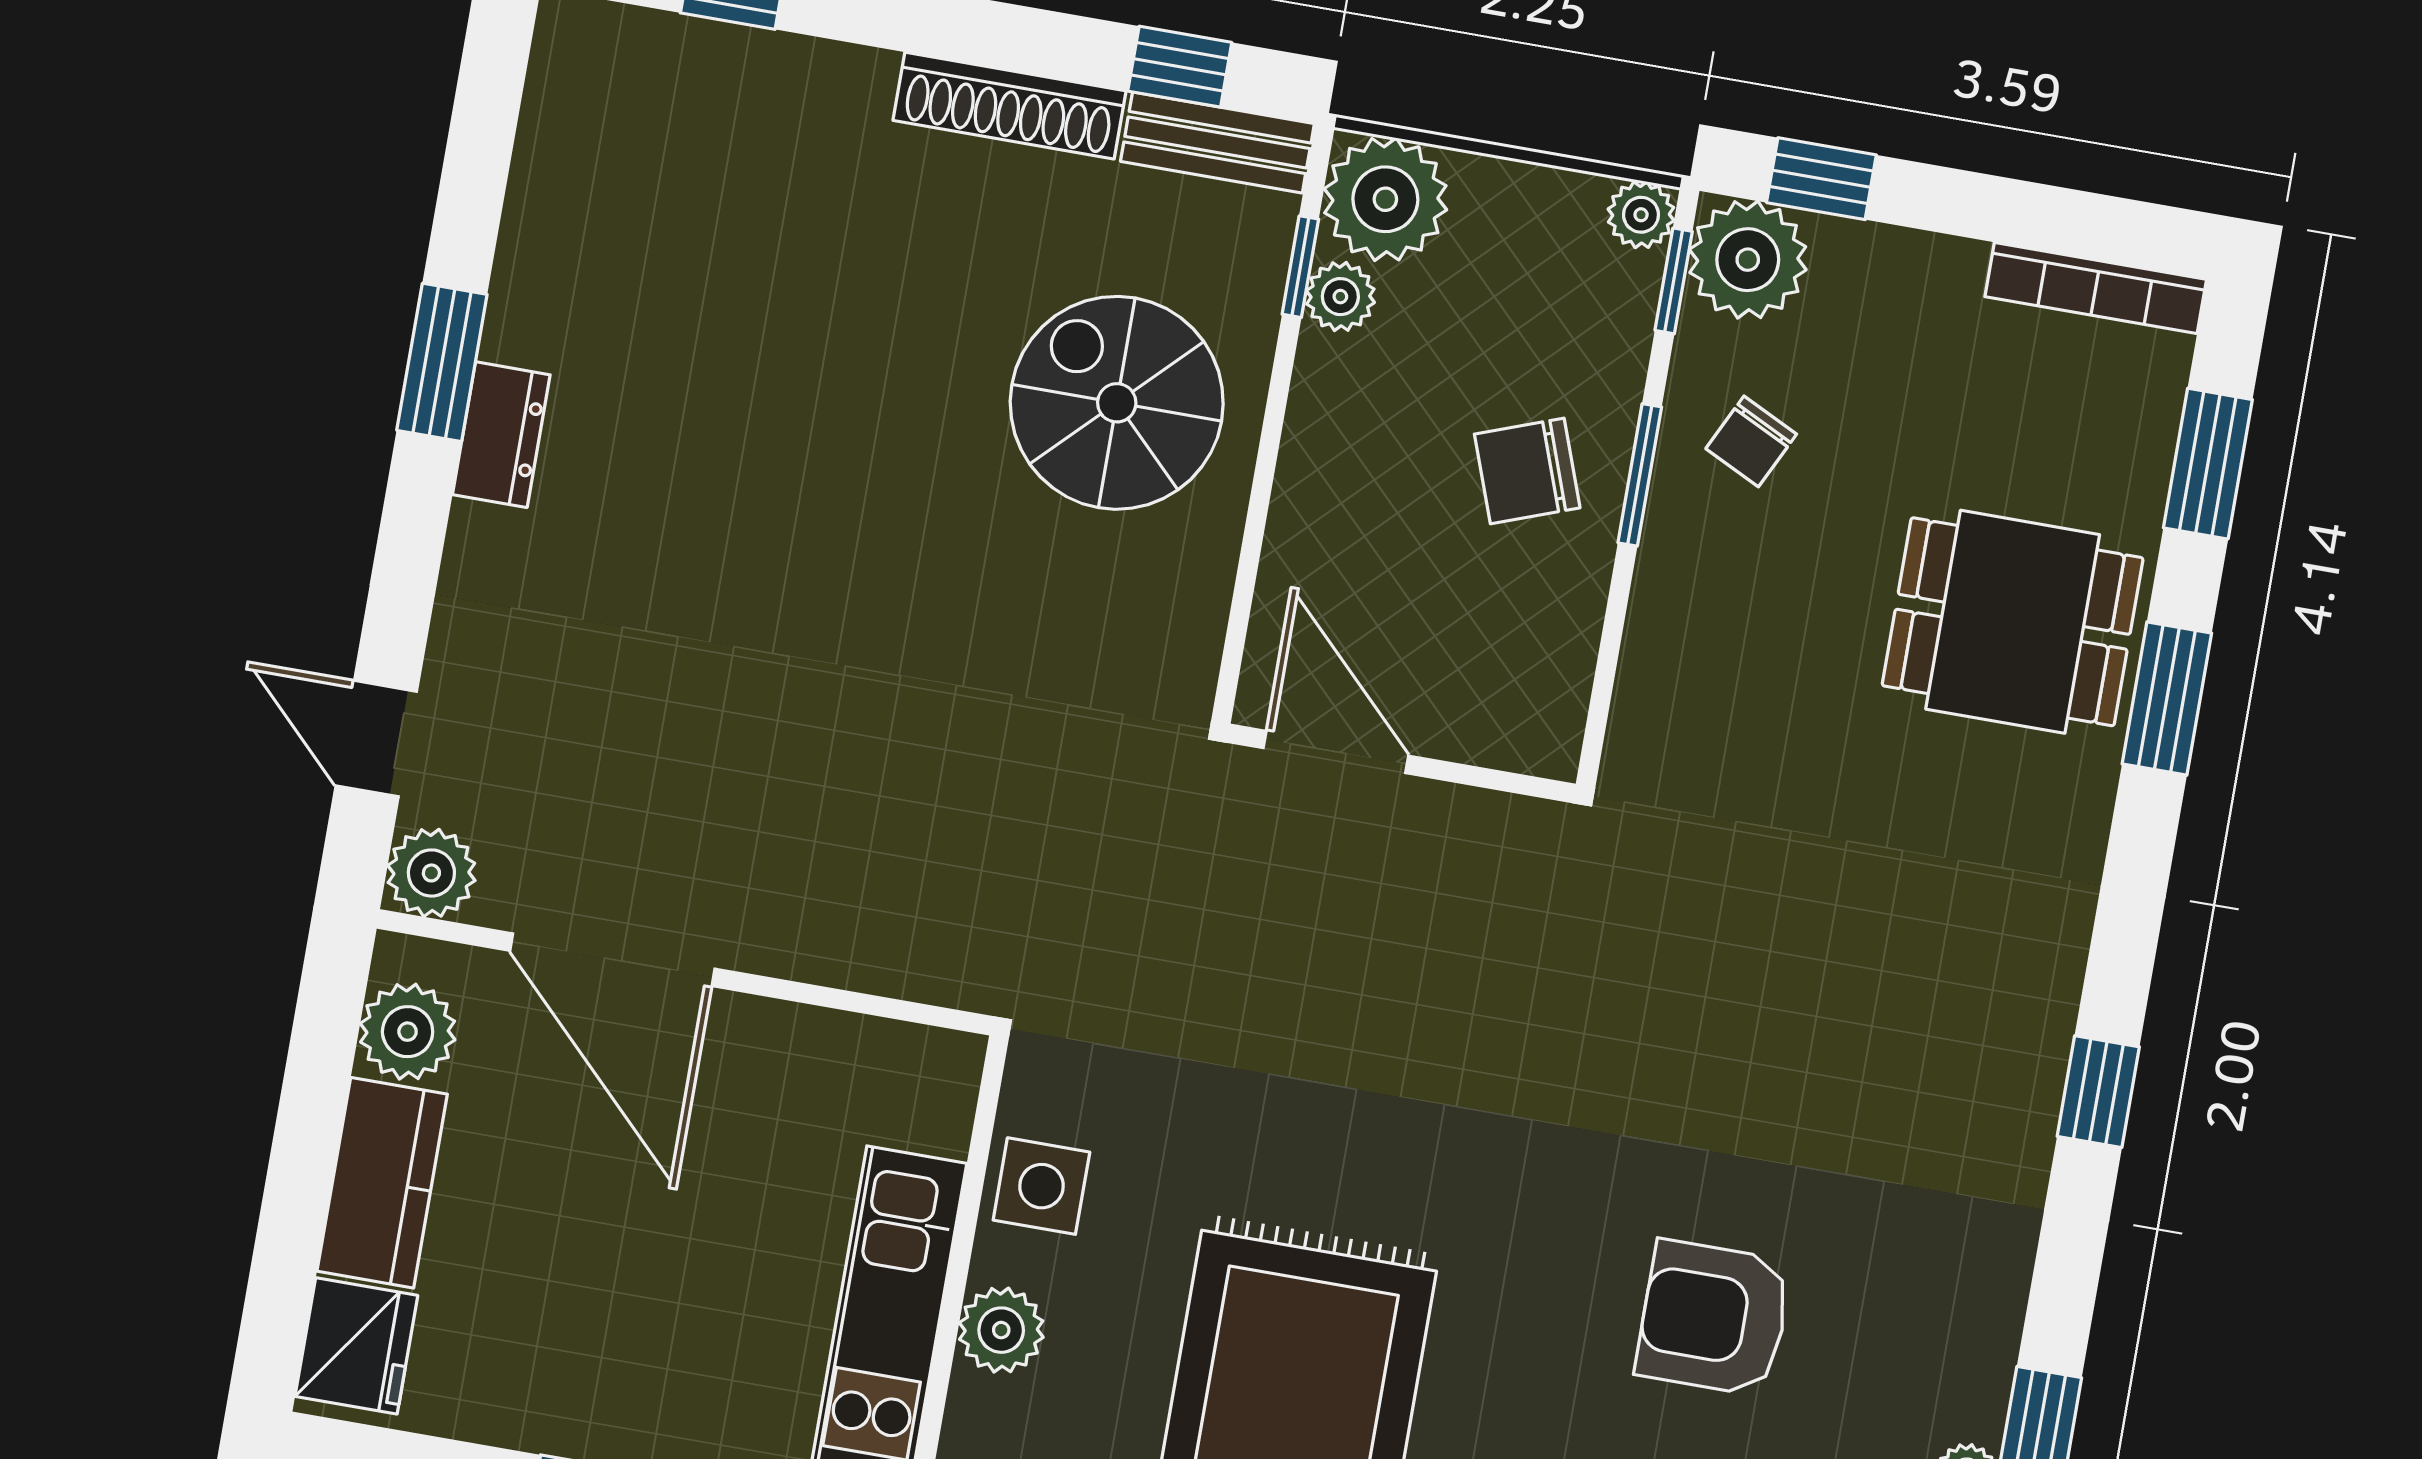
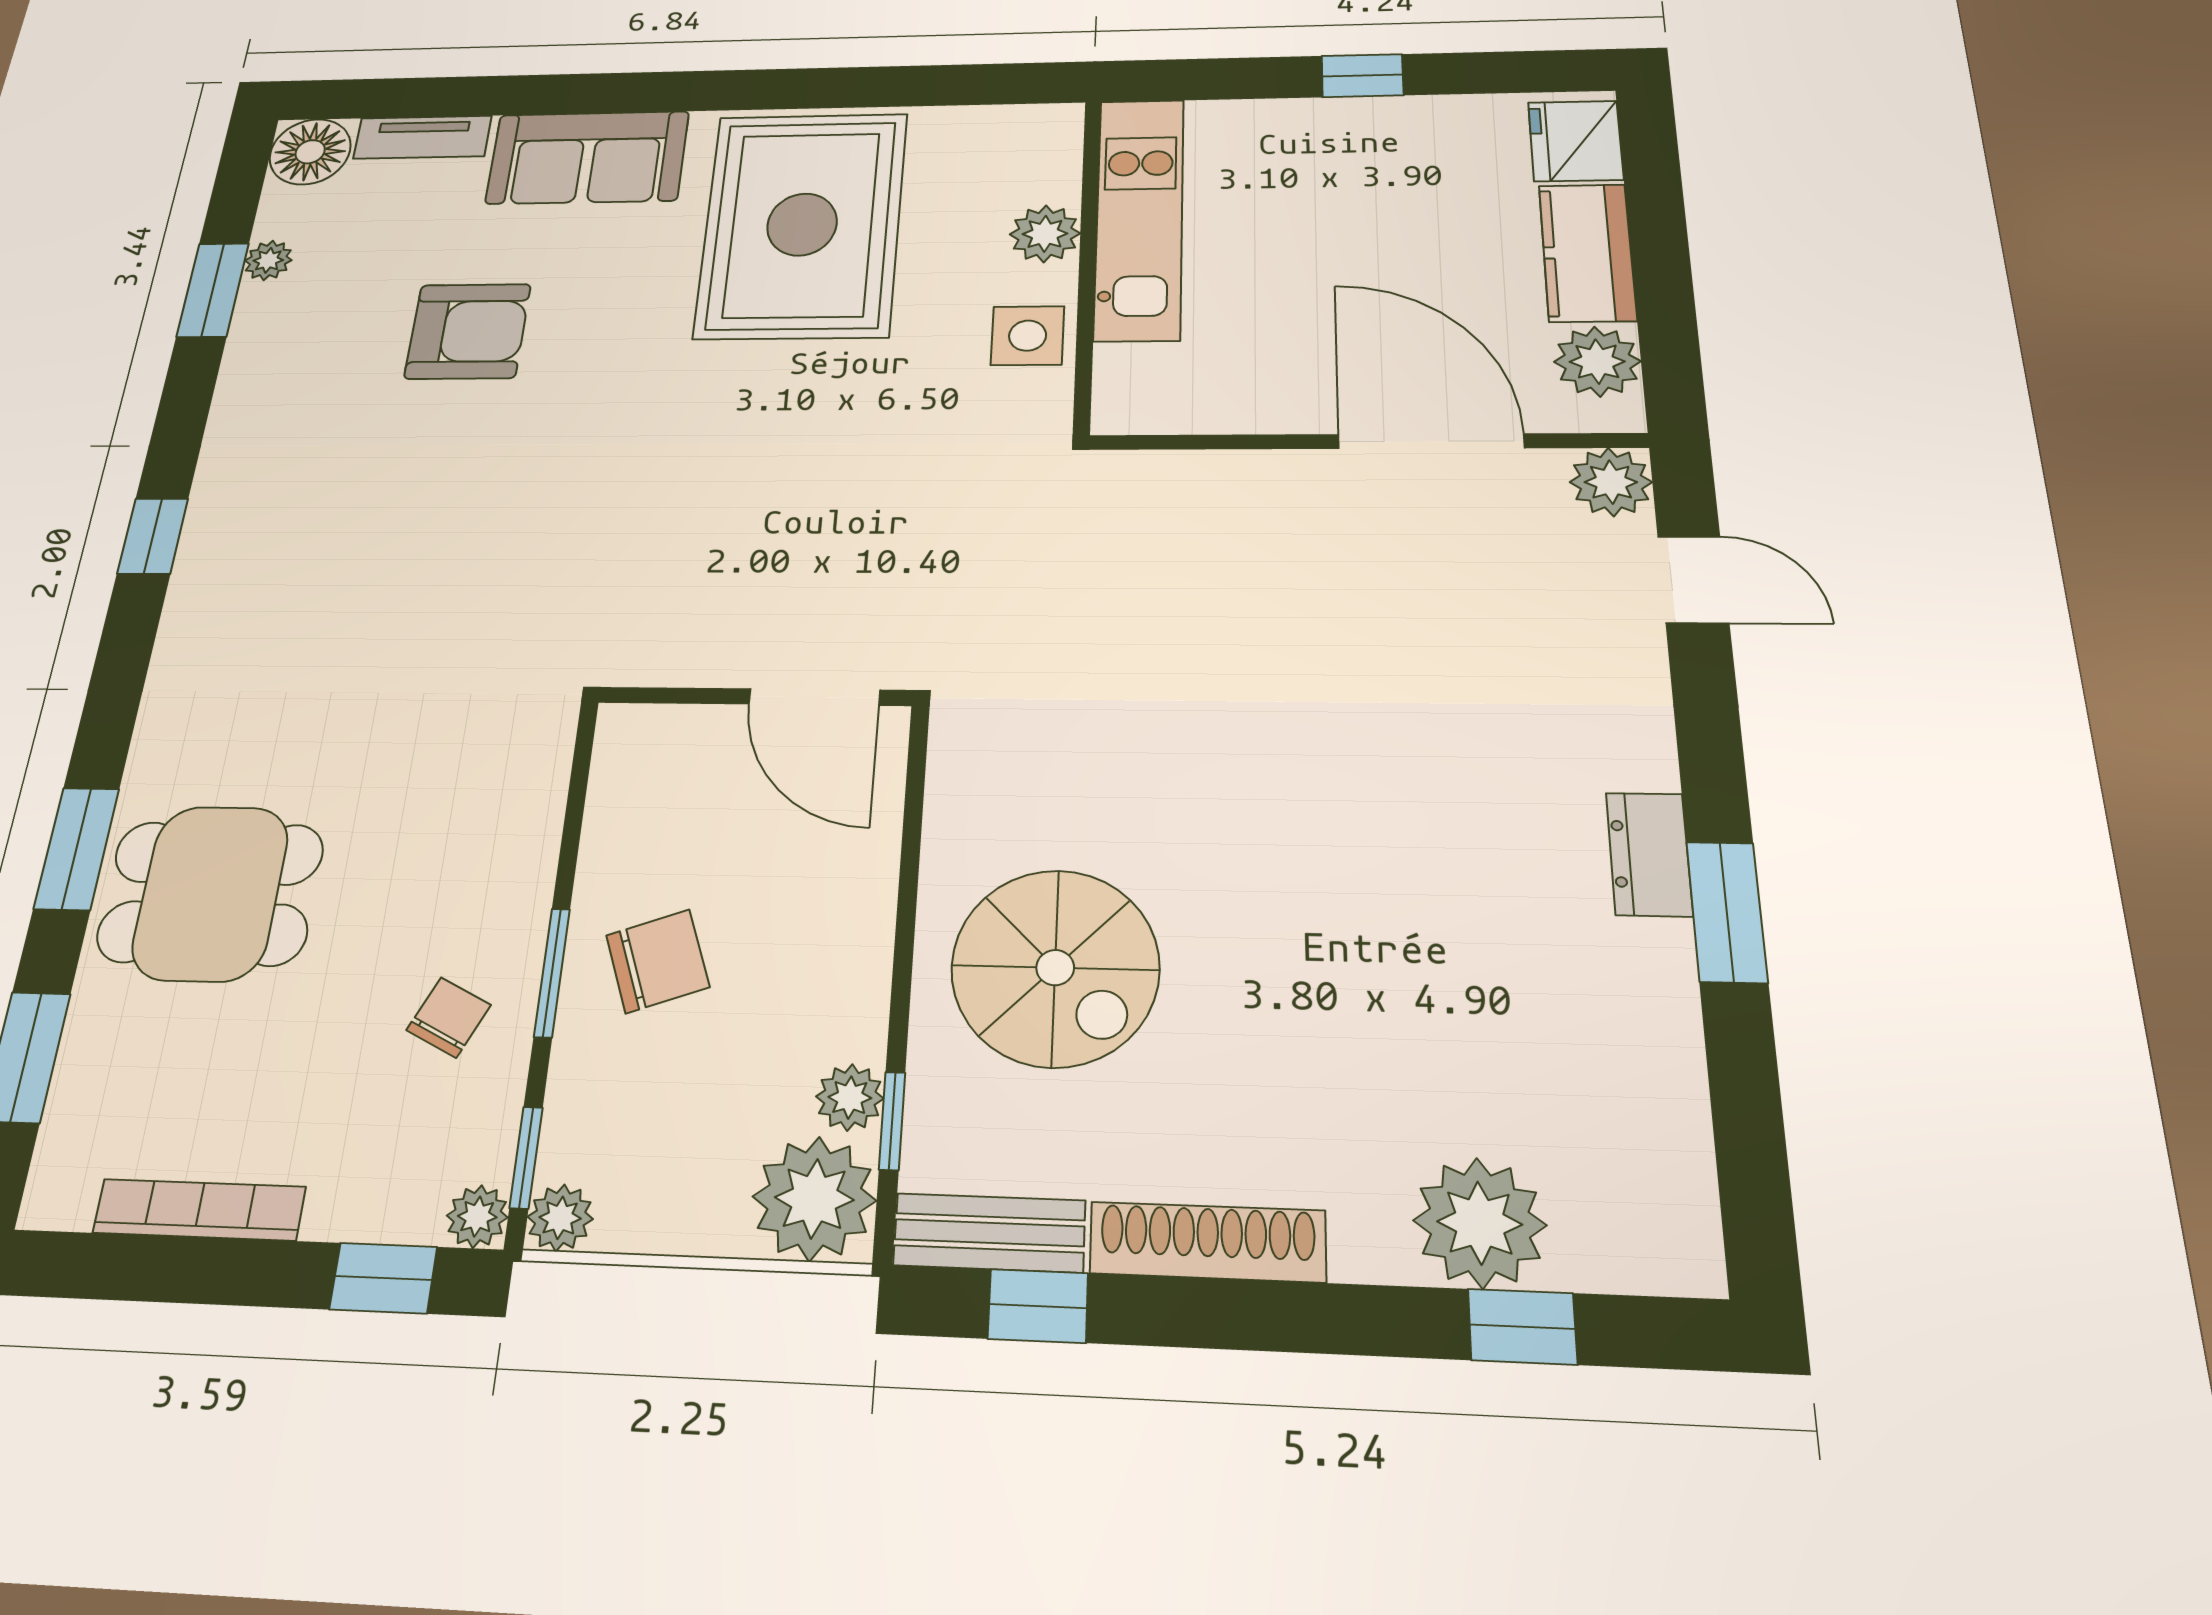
plant: (751, 89) -> (1480, 1223), added
plant: (1748, 260) -> (477, 1217), width x0.53, depth x0.53
bookcase: (2096, 288) -> (199, 1210), moved

